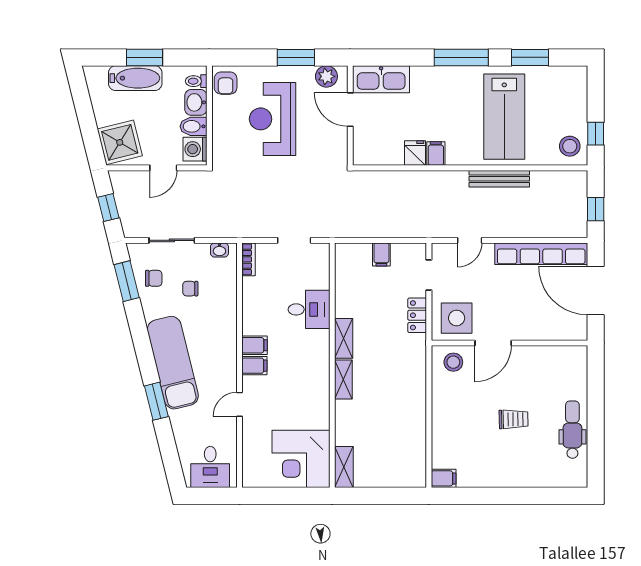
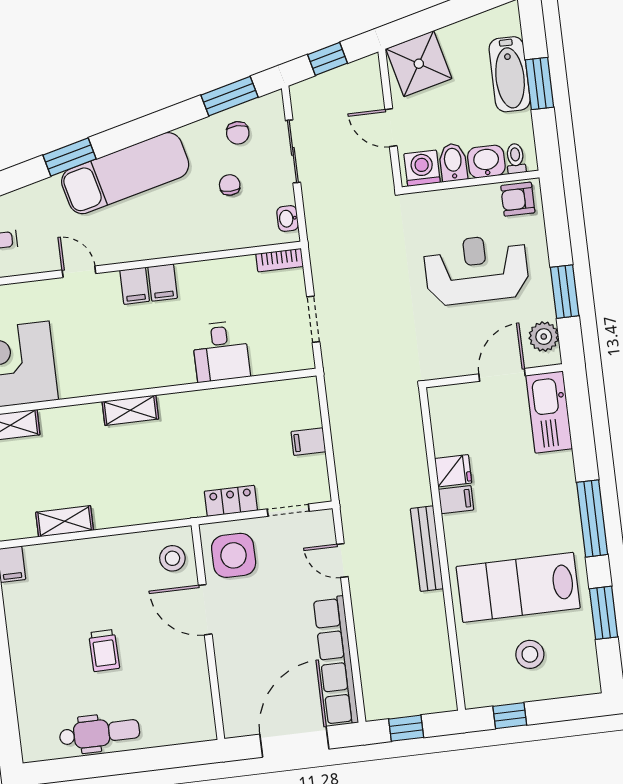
stool: (570, 146) -> (530, 654), moved
bench: (499, 179) -> (427, 549), moved
shelving: (344, 338) -> (65, 521), moved

